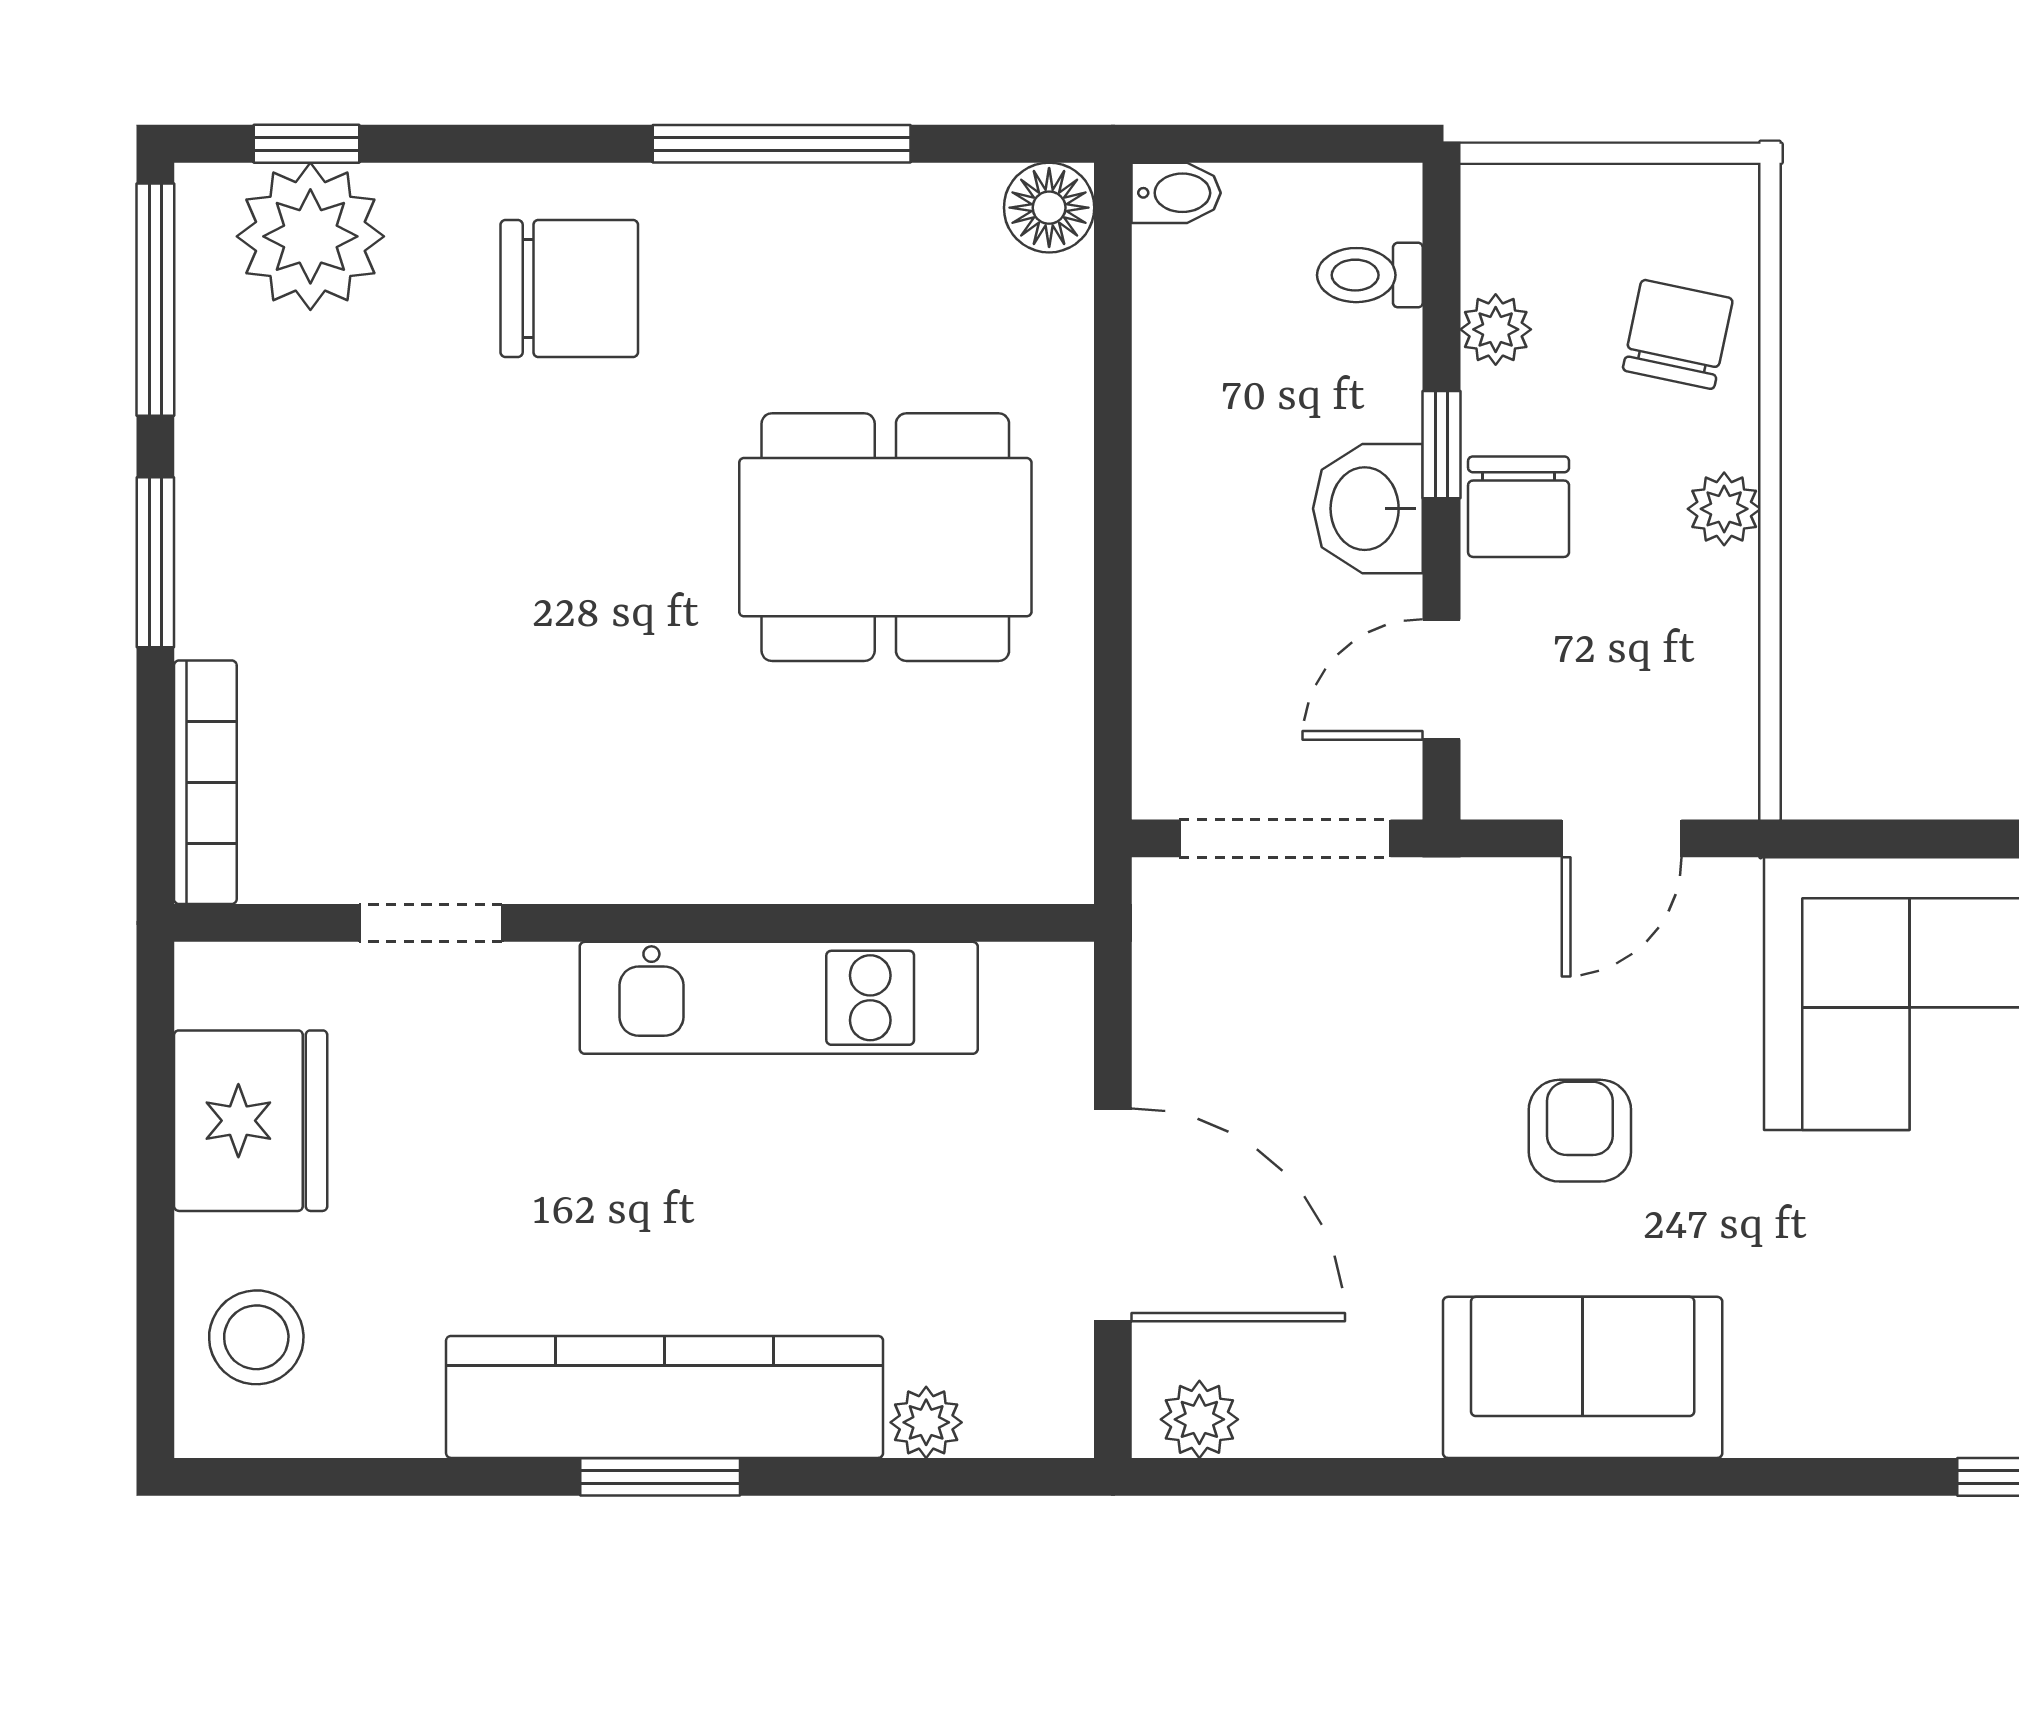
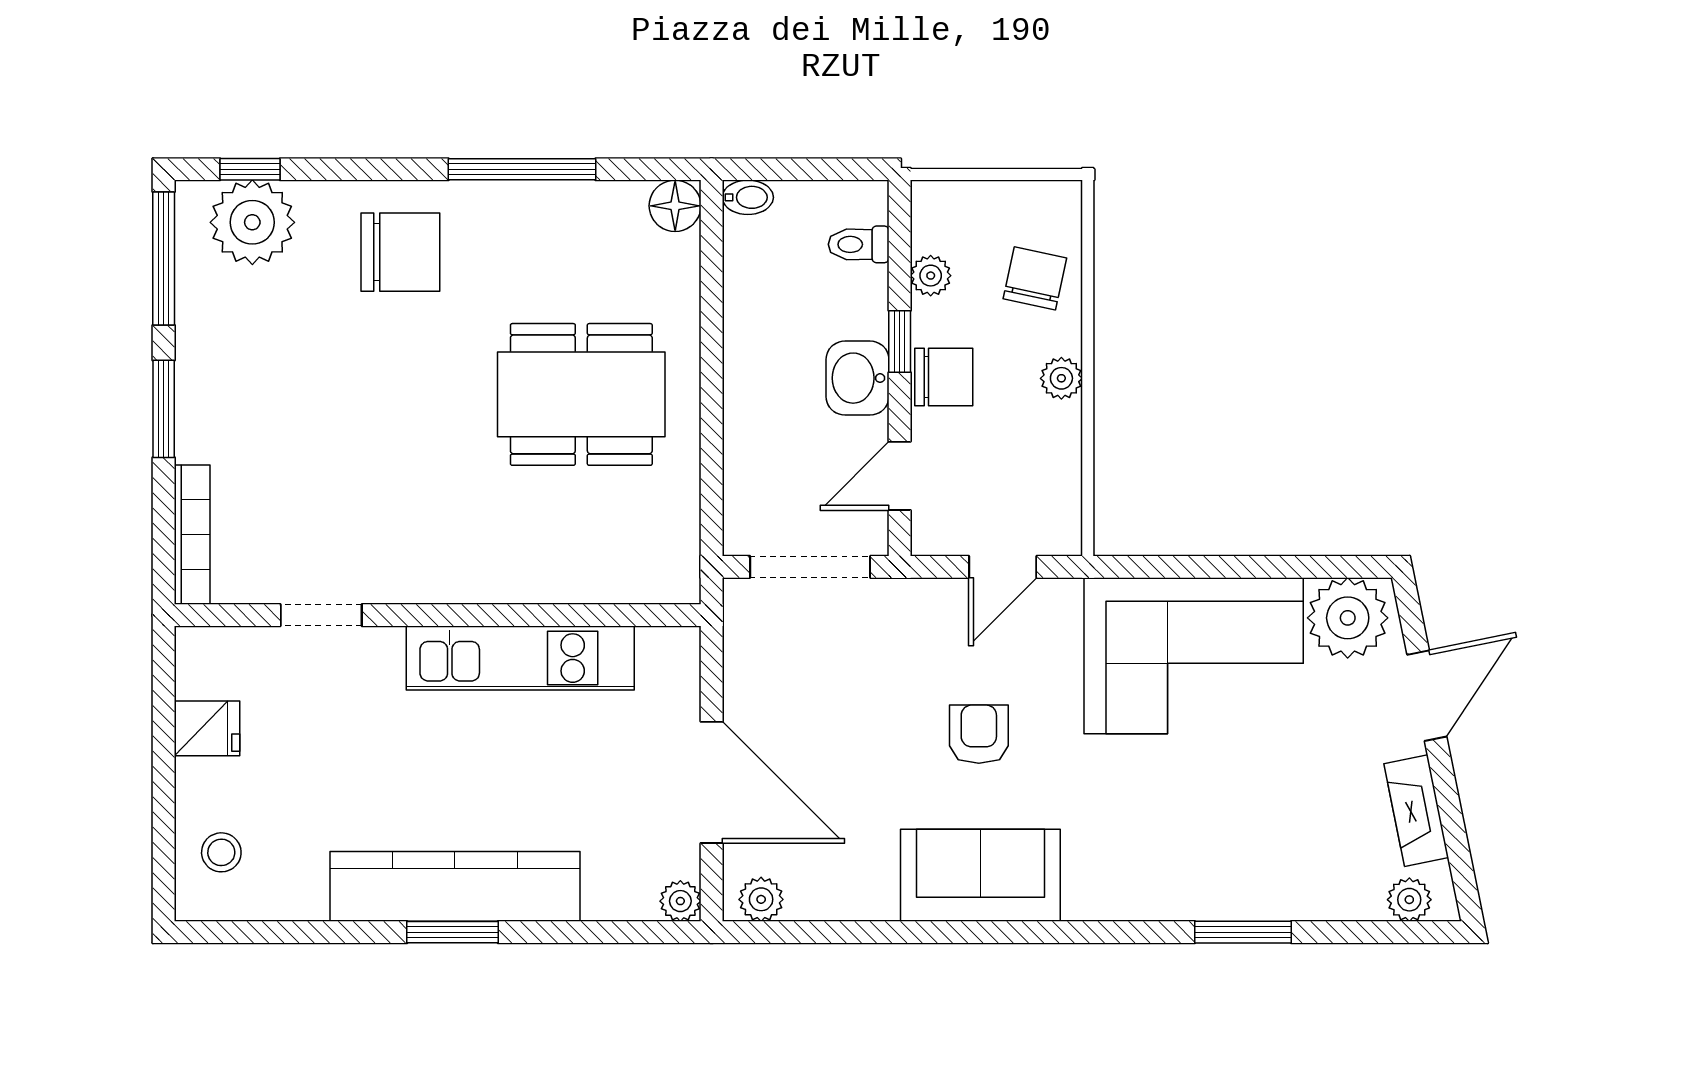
chair: (1519, 507) -> (944, 377), turned -90
fridge: (251, 1121) -> (207, 728), width x0.53, depth x0.75
stool: (256, 1337) -> (221, 852), width x0.73, depth x0.73
plant: (926, 1422) -> (680, 901), moved

